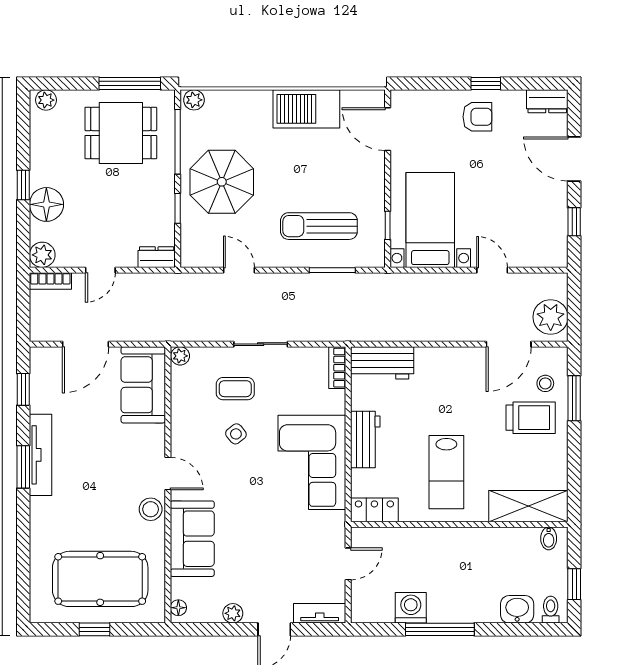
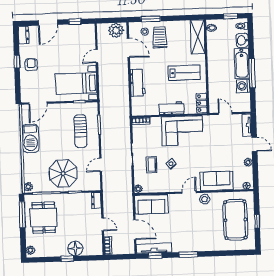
plant: (42, 255) -> (97, 250), removed
workbench: (382, 363) -> (138, 83), moved
tv unit: (41, 455) -> (154, 248), moved
bathtub: (463, 607) -> (242, 63), added

